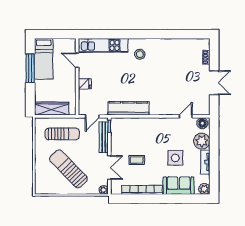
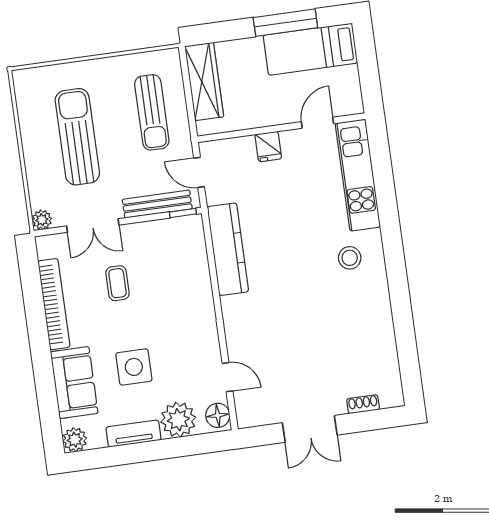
sun lounger: (68, 169) -> (77, 137), turned -46

